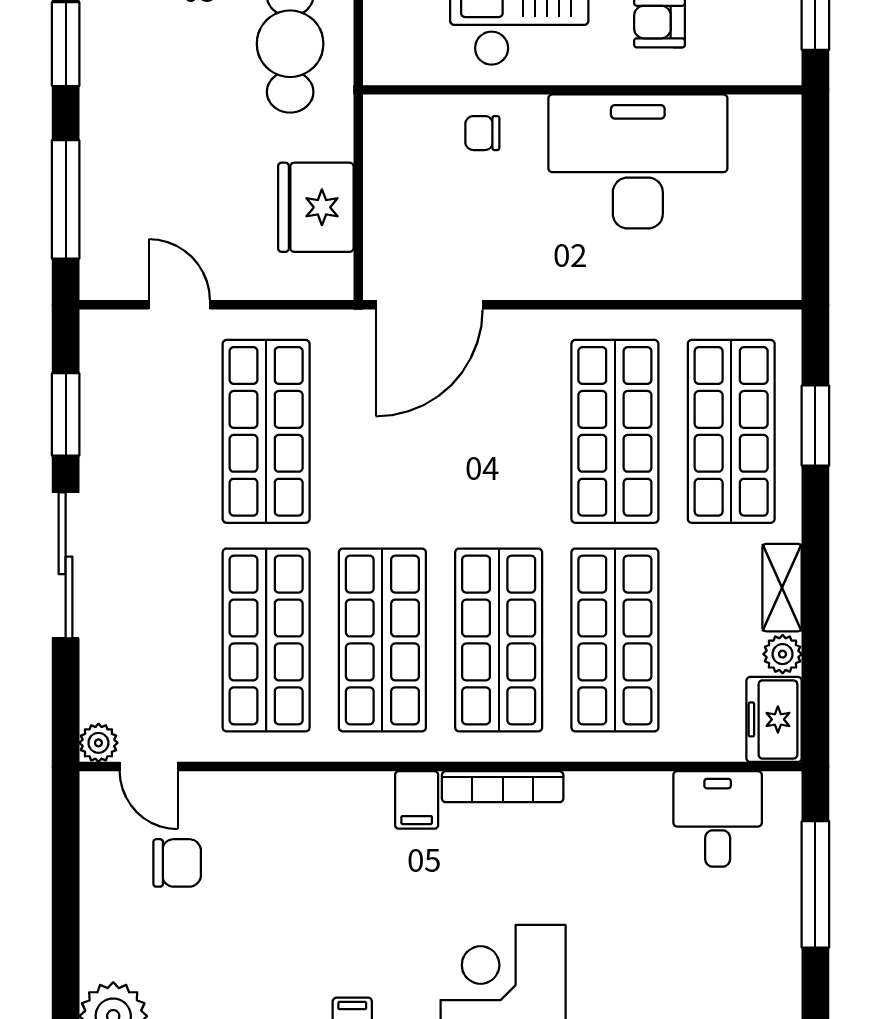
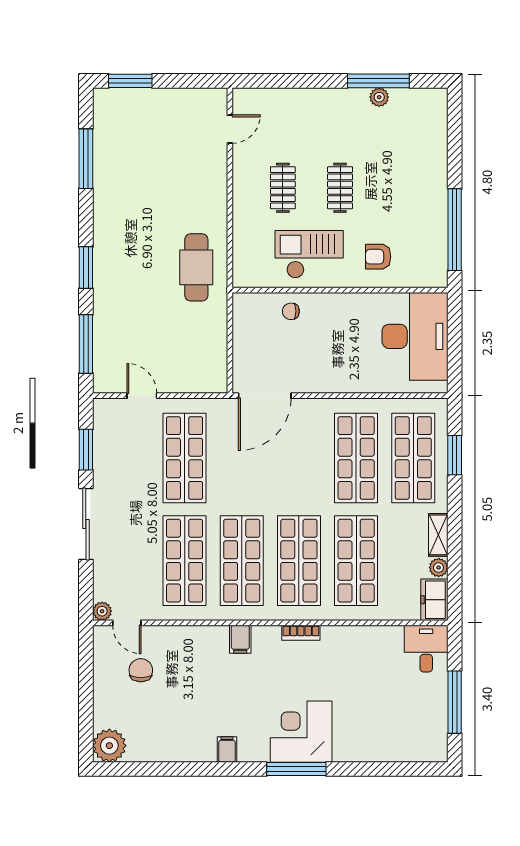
desk: (638, 161) -> (415, 336), moved, turned 90
fridge: (316, 207) -> (209, 348), removed
bookcase: (503, 787) -> (301, 633), width x0.64
filing cabinet: (417, 800) -> (240, 639), moved
desk: (718, 819) -> (426, 649), moved
chair: (177, 863) -> (141, 670), turned -90
window: (815, 884) -> (455, 702), moved

